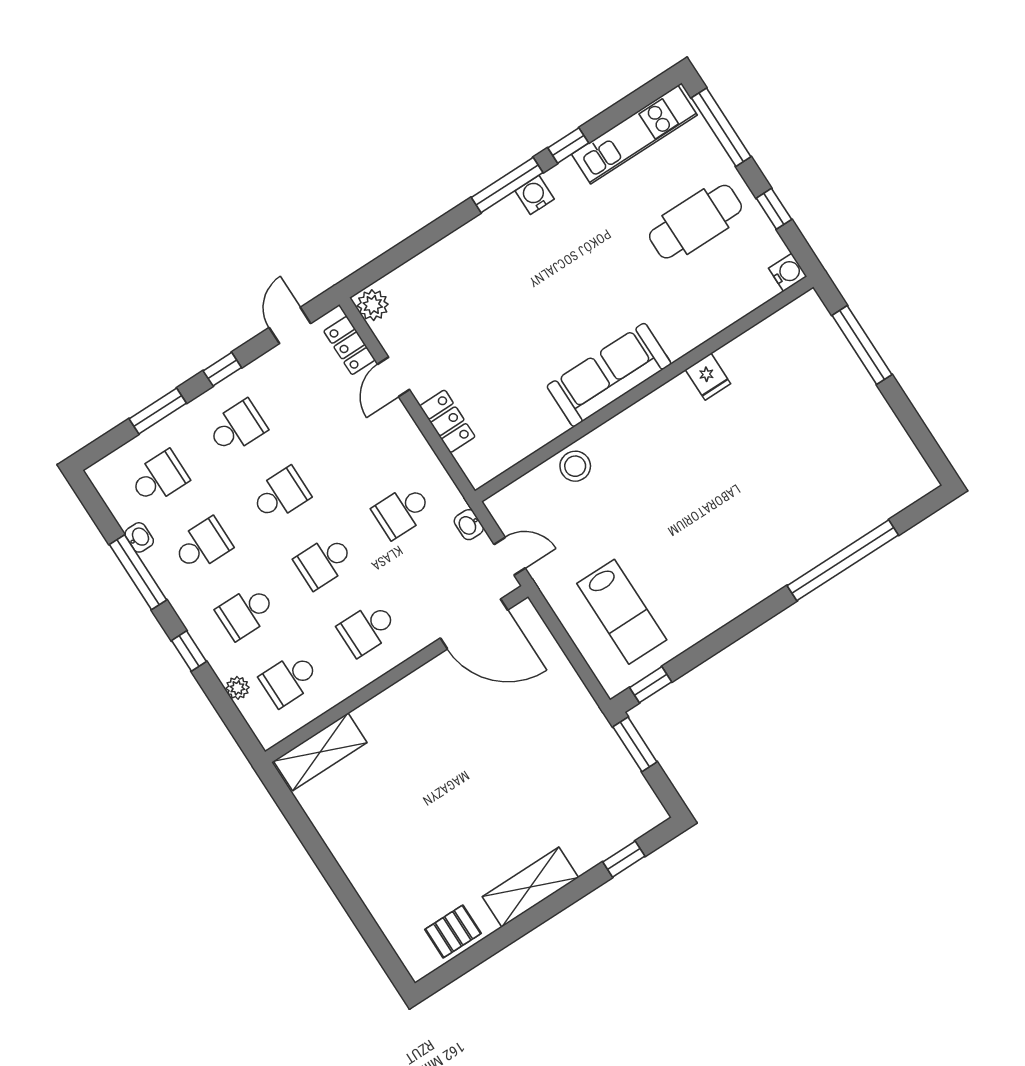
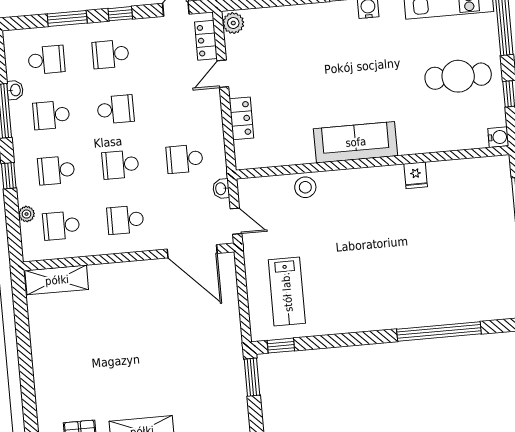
school desk: (237, 427) -> (111, 54), turned 180
school desk: (202, 545) -> (51, 115), turned 180

